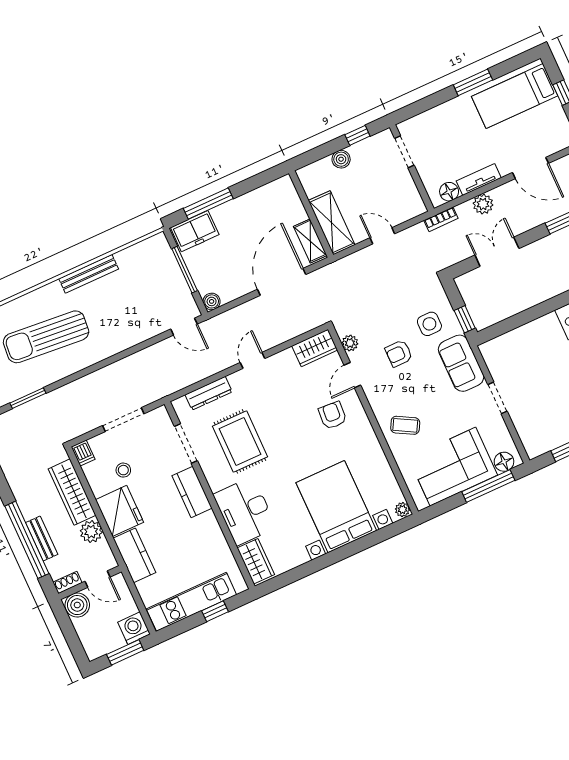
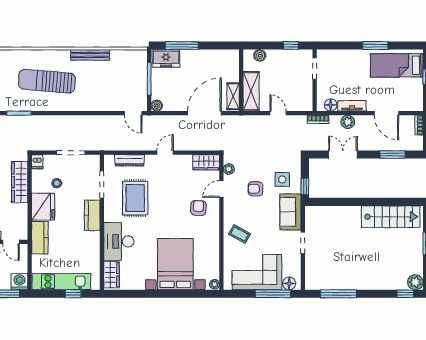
boiler: (341, 159) -> (260, 55), moved
plant: (91, 532) -> (20, 211), removed

